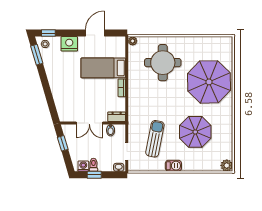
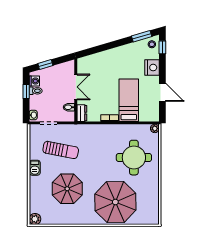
double door: (89, 123) -> (76, 87), swing flipped
window: (63, 143) -> (45, 64), moved

